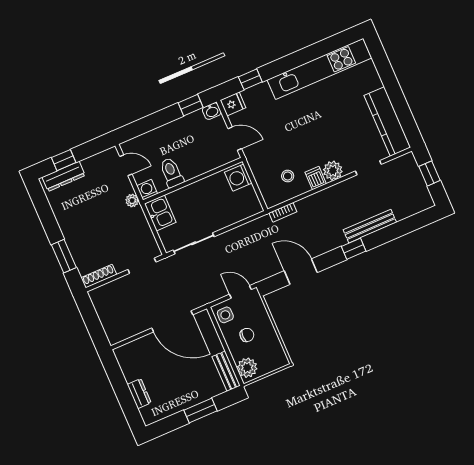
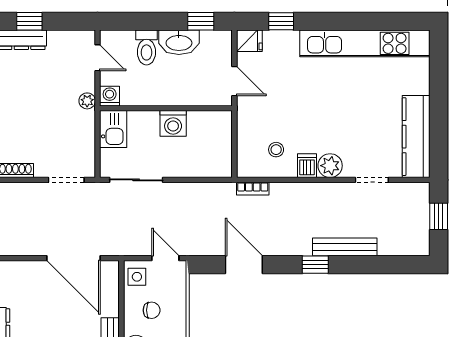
washbasin: (212, 111) -> (179, 42), moved, width x1.91, depth x1.45
toilet: (171, 173) -> (146, 48), moved, turned 180
washing machine: (238, 178) -> (173, 123), moved, turned -90

